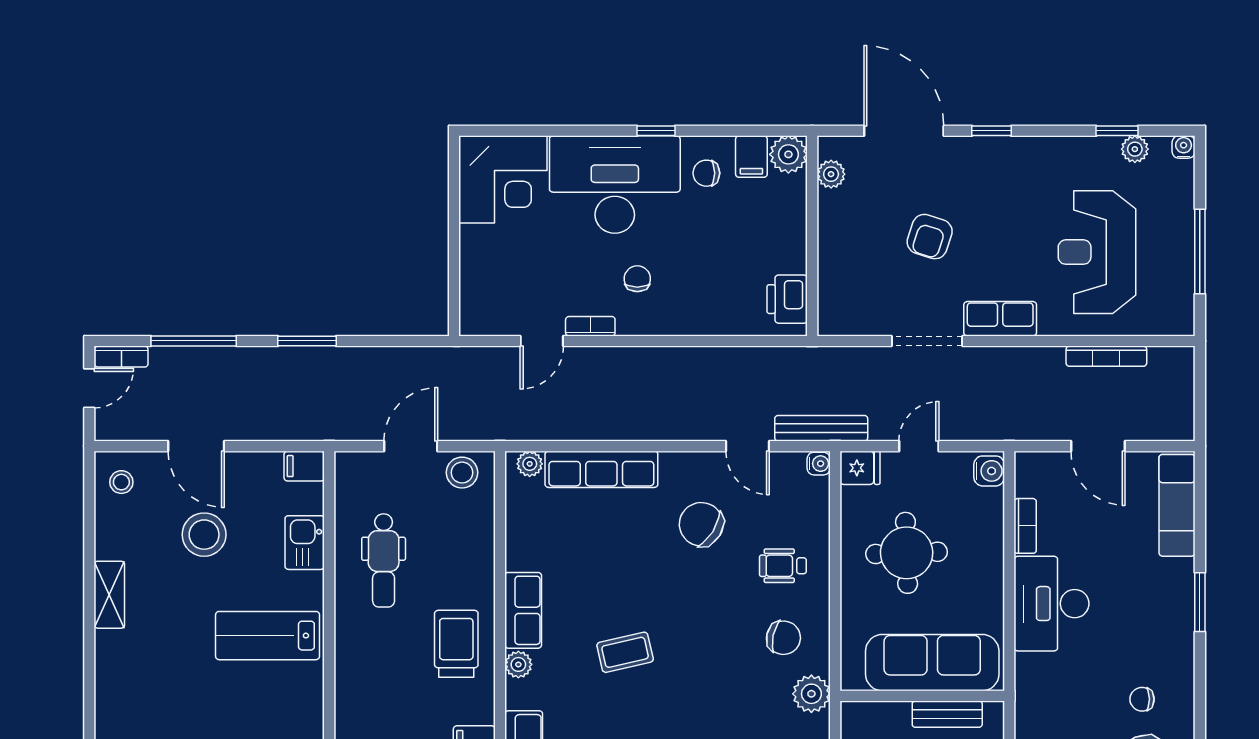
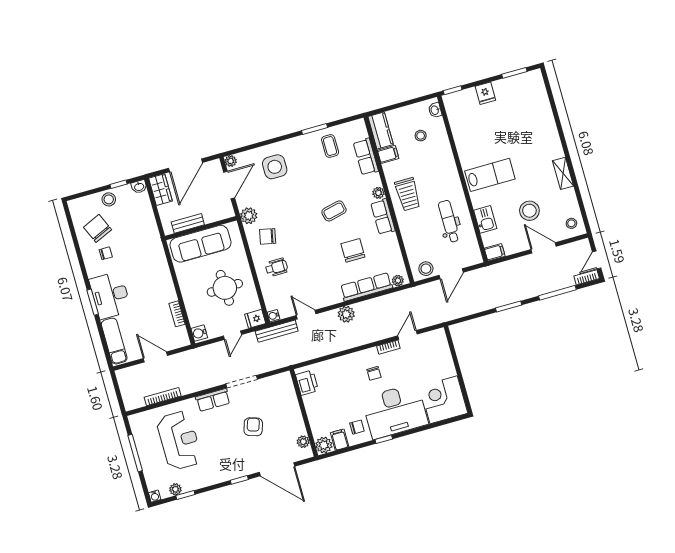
plant: (661, 423) -> (346, 314), added
chair: (701, 524) -> (353, 250), moved, turned -122
desk: (1051, 604) -> (110, 295), moved, turned 180

